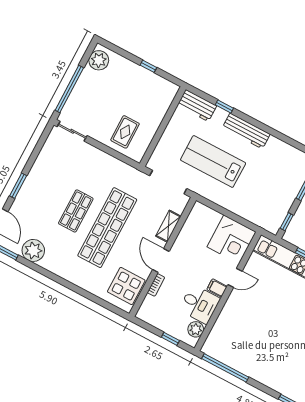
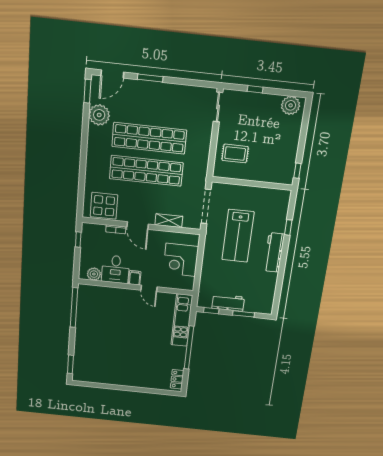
window: (148, 66) -> (297, 171), moved
window: (69, 89) -> (255, 89), width x0.32
workbench: (197, 106) -> (228, 303), moved, turned 90
lab bench: (213, 161) -> (238, 236), turned 180
shop shelf: (76, 211) -> (149, 138), width x2.00, depth x1.36
corner desk: (232, 239) -> (181, 260), moved
door: (161, 260) -> (138, 225), swing flipped
window: (170, 339) -> (78, 240), moved

